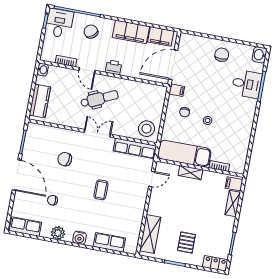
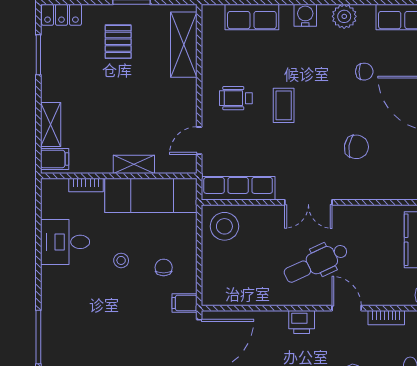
desk: (247, 84) -> (65, 242), moved
wheelchair: (127, 199) -> (236, 98), added

